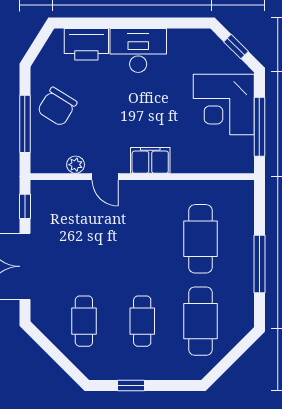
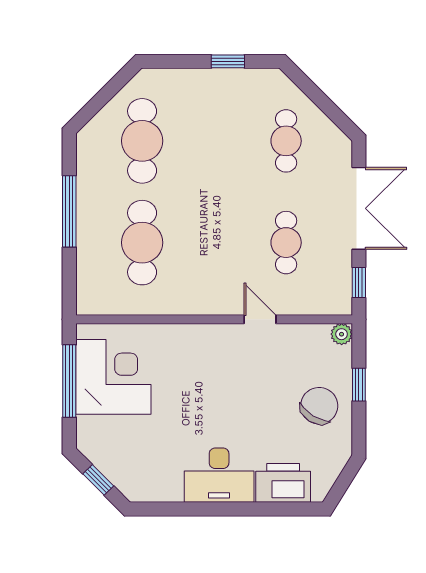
corner desk: (224, 105) -> (113, 377), moved
window: (25, 124) -> (359, 385), width x0.46
filing cabinet: (150, 160) -> (204, 340), removed
plant: (76, 165) -> (342, 334), moved
cafe table: (142, 321) -> (286, 243), moved

